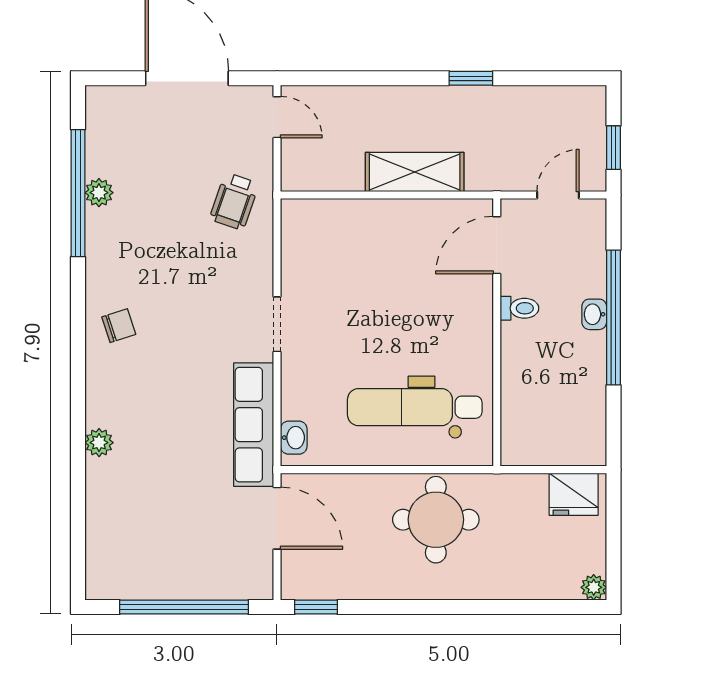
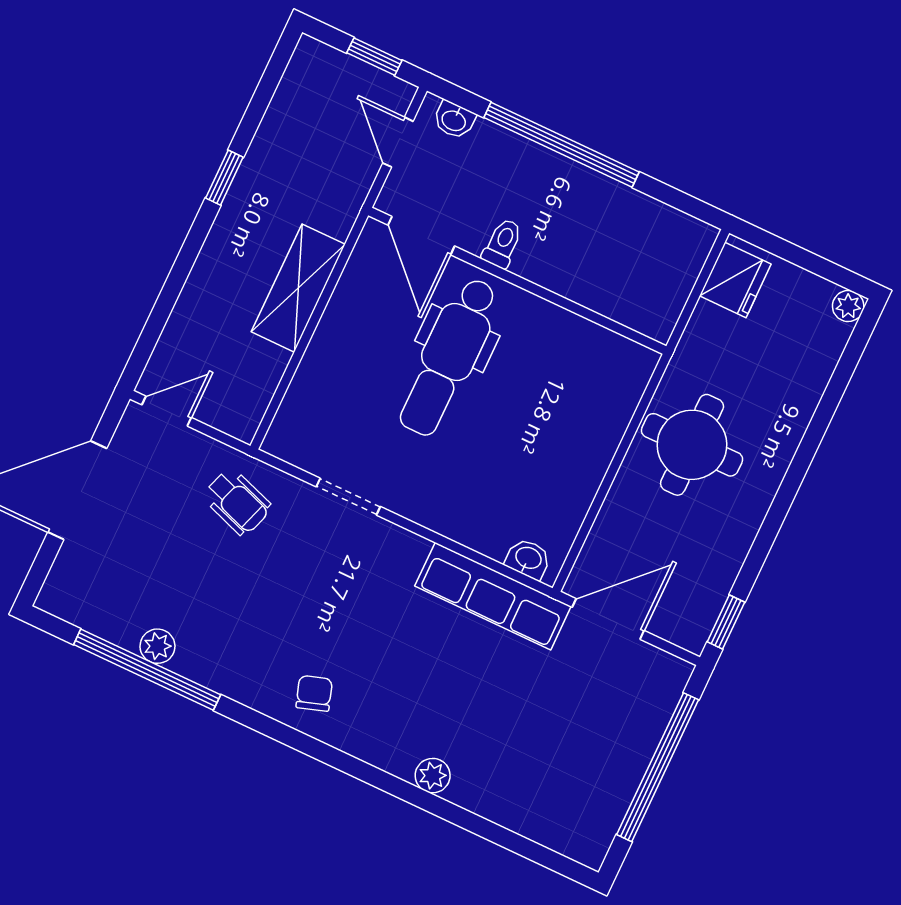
washbasin: (594, 314) -> (454, 120), moved
doorway: (277, 324) -> (348, 497), moved
dental chair: (415, 407) -> (449, 357), moved

